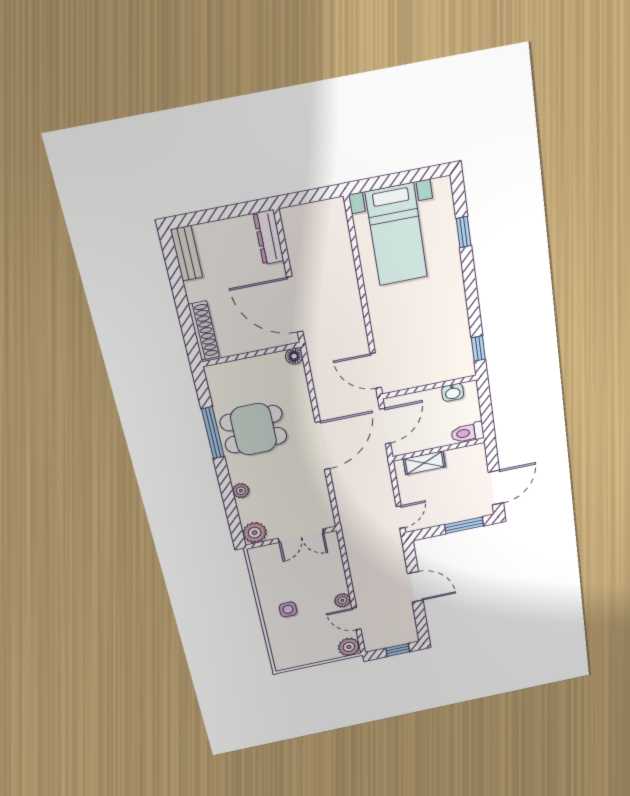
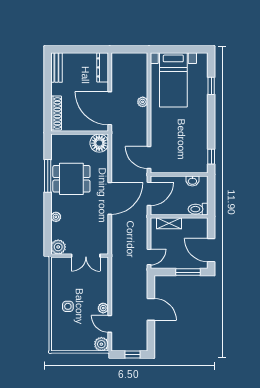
plant: (349, 283) -> (143, 102), added
floor lamp: (294, 356) -> (99, 143), width x1.89, depth x1.89
door: (496, 488) -> (211, 250), swing flipped

